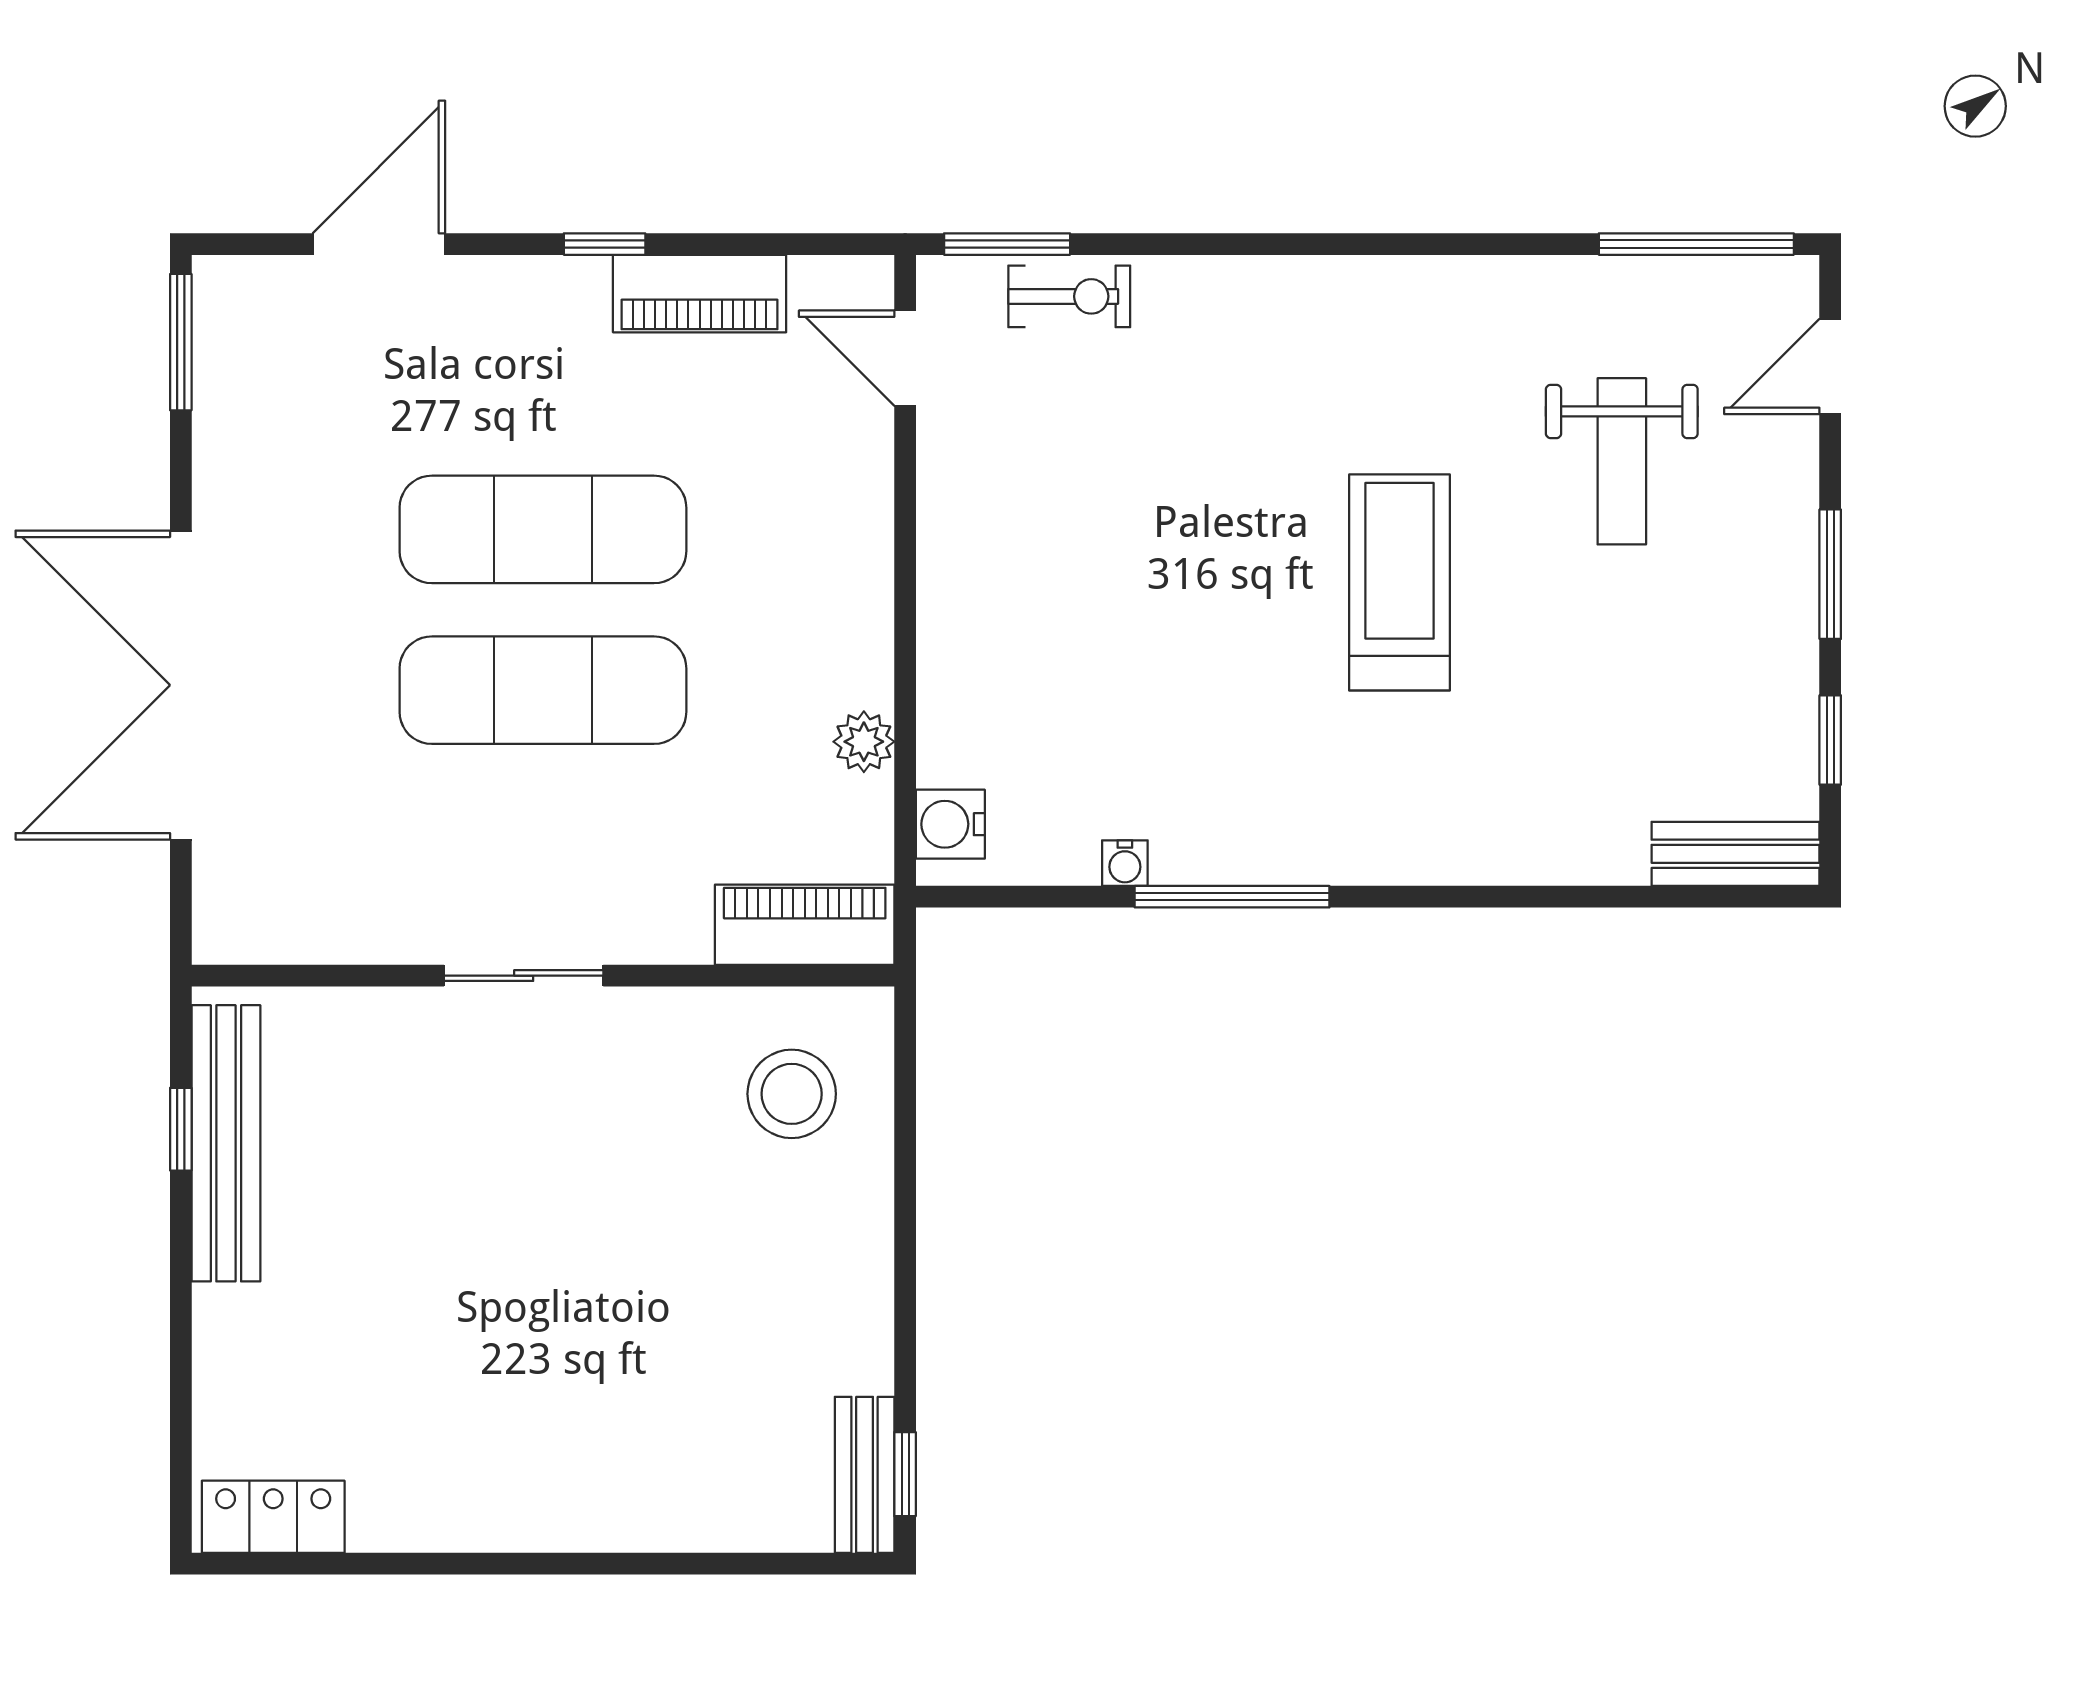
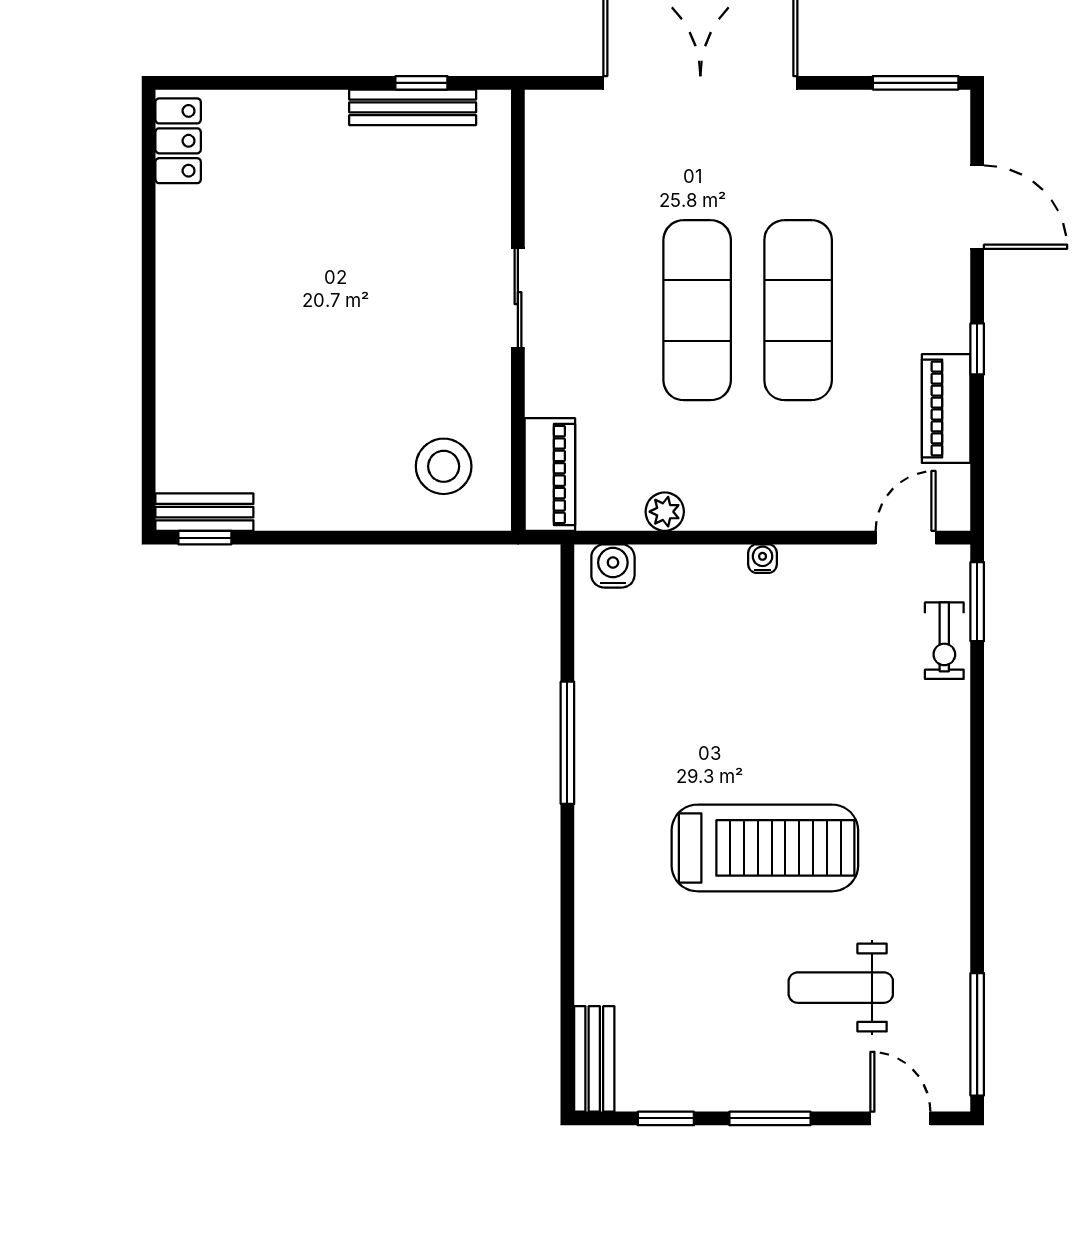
treadmill: (1399, 582) -> (765, 848), width x1.37, depth x1.38
water cooler: (1125, 863) -> (763, 559), moved, turned 90
bench: (226, 1143) -> (413, 107), width x0.73, depth x0.82

